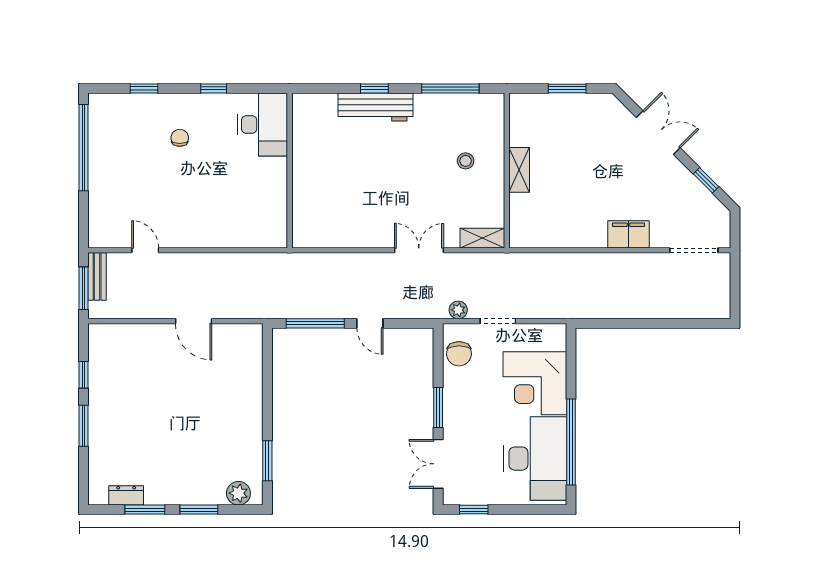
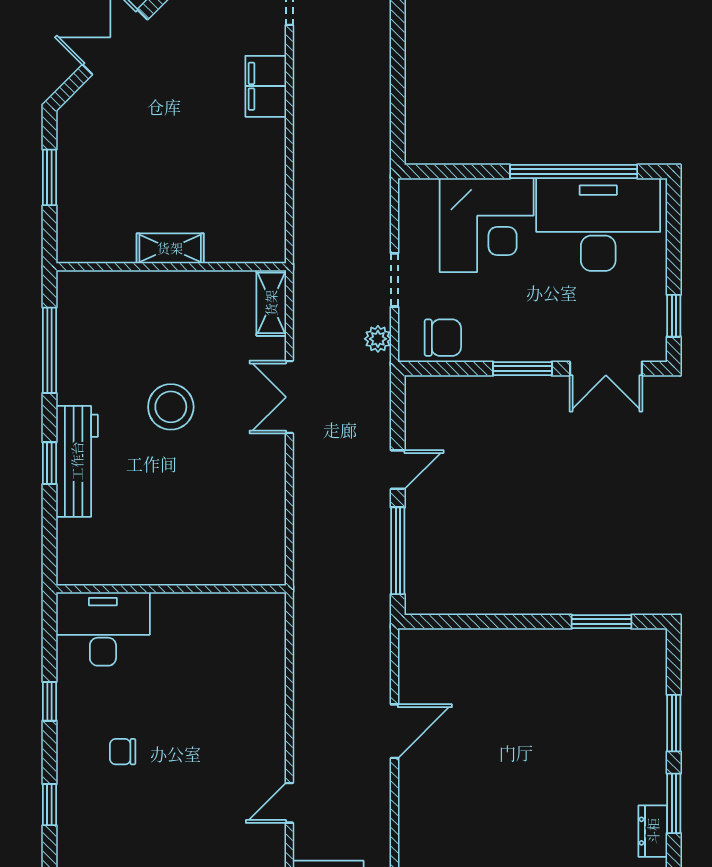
stool: (466, 161) -> (171, 407), moved, width x1.89, depth x1.89
plant: (238, 493) -> (650, 665), removed

